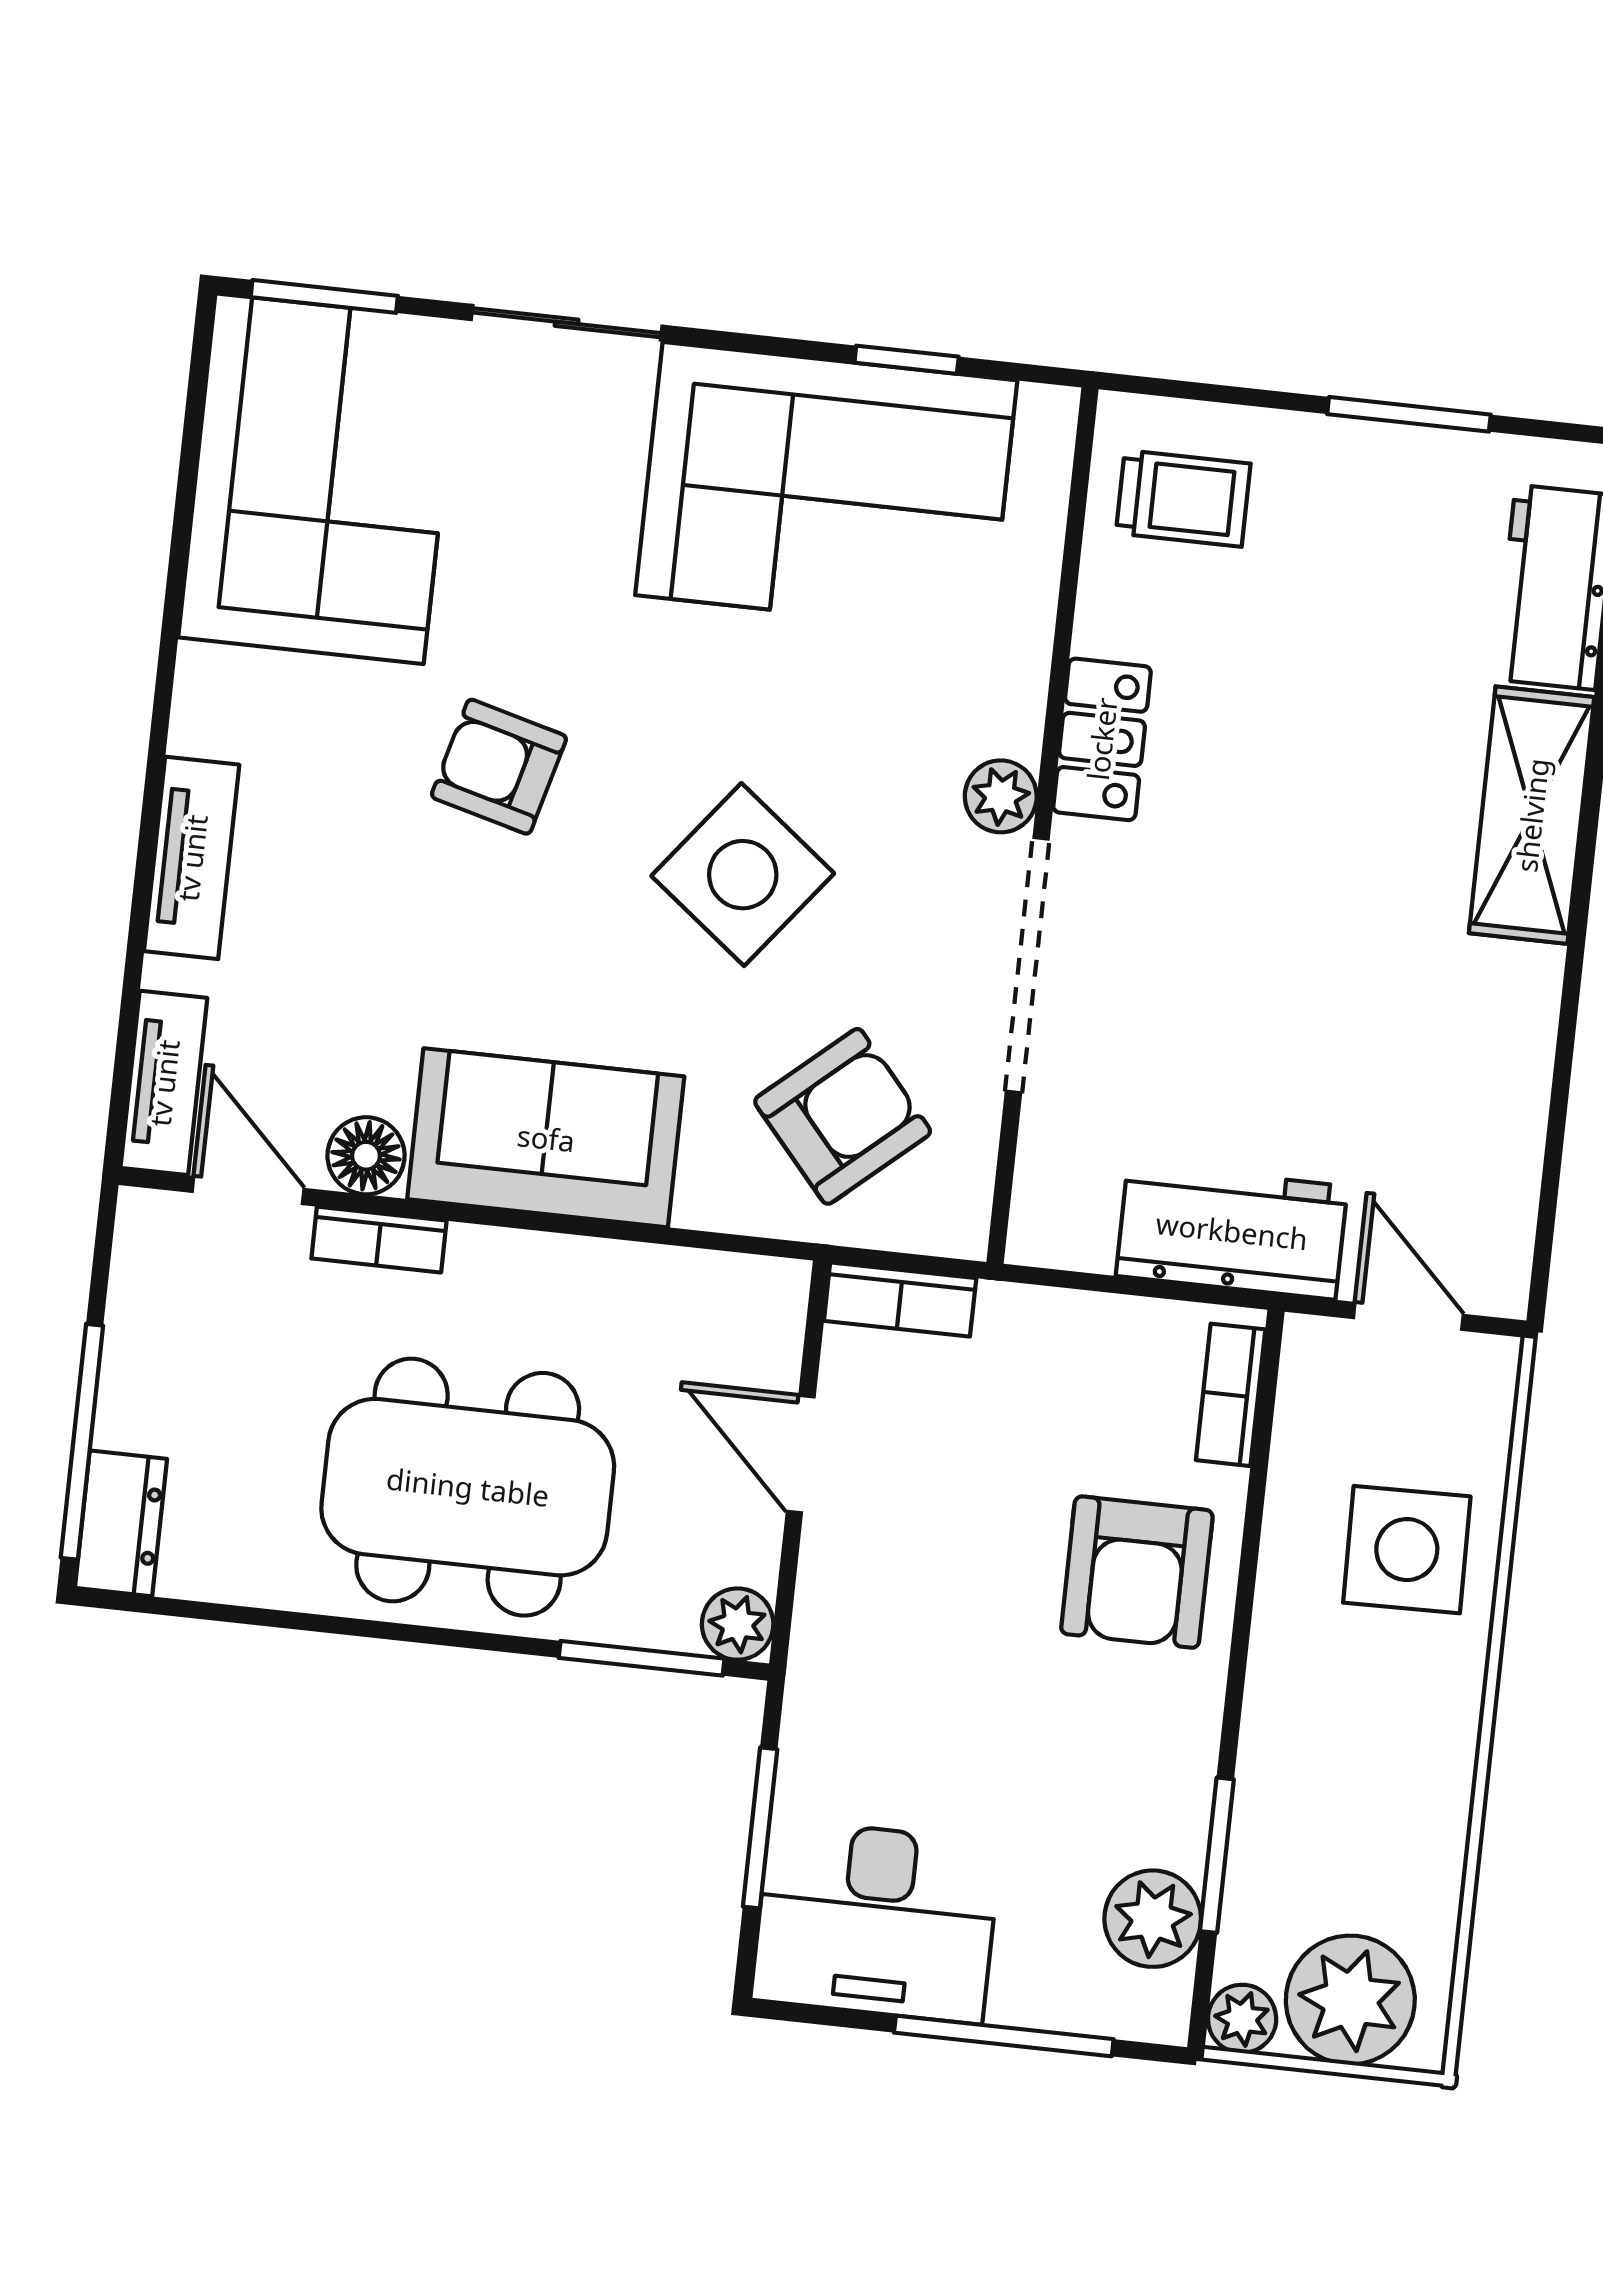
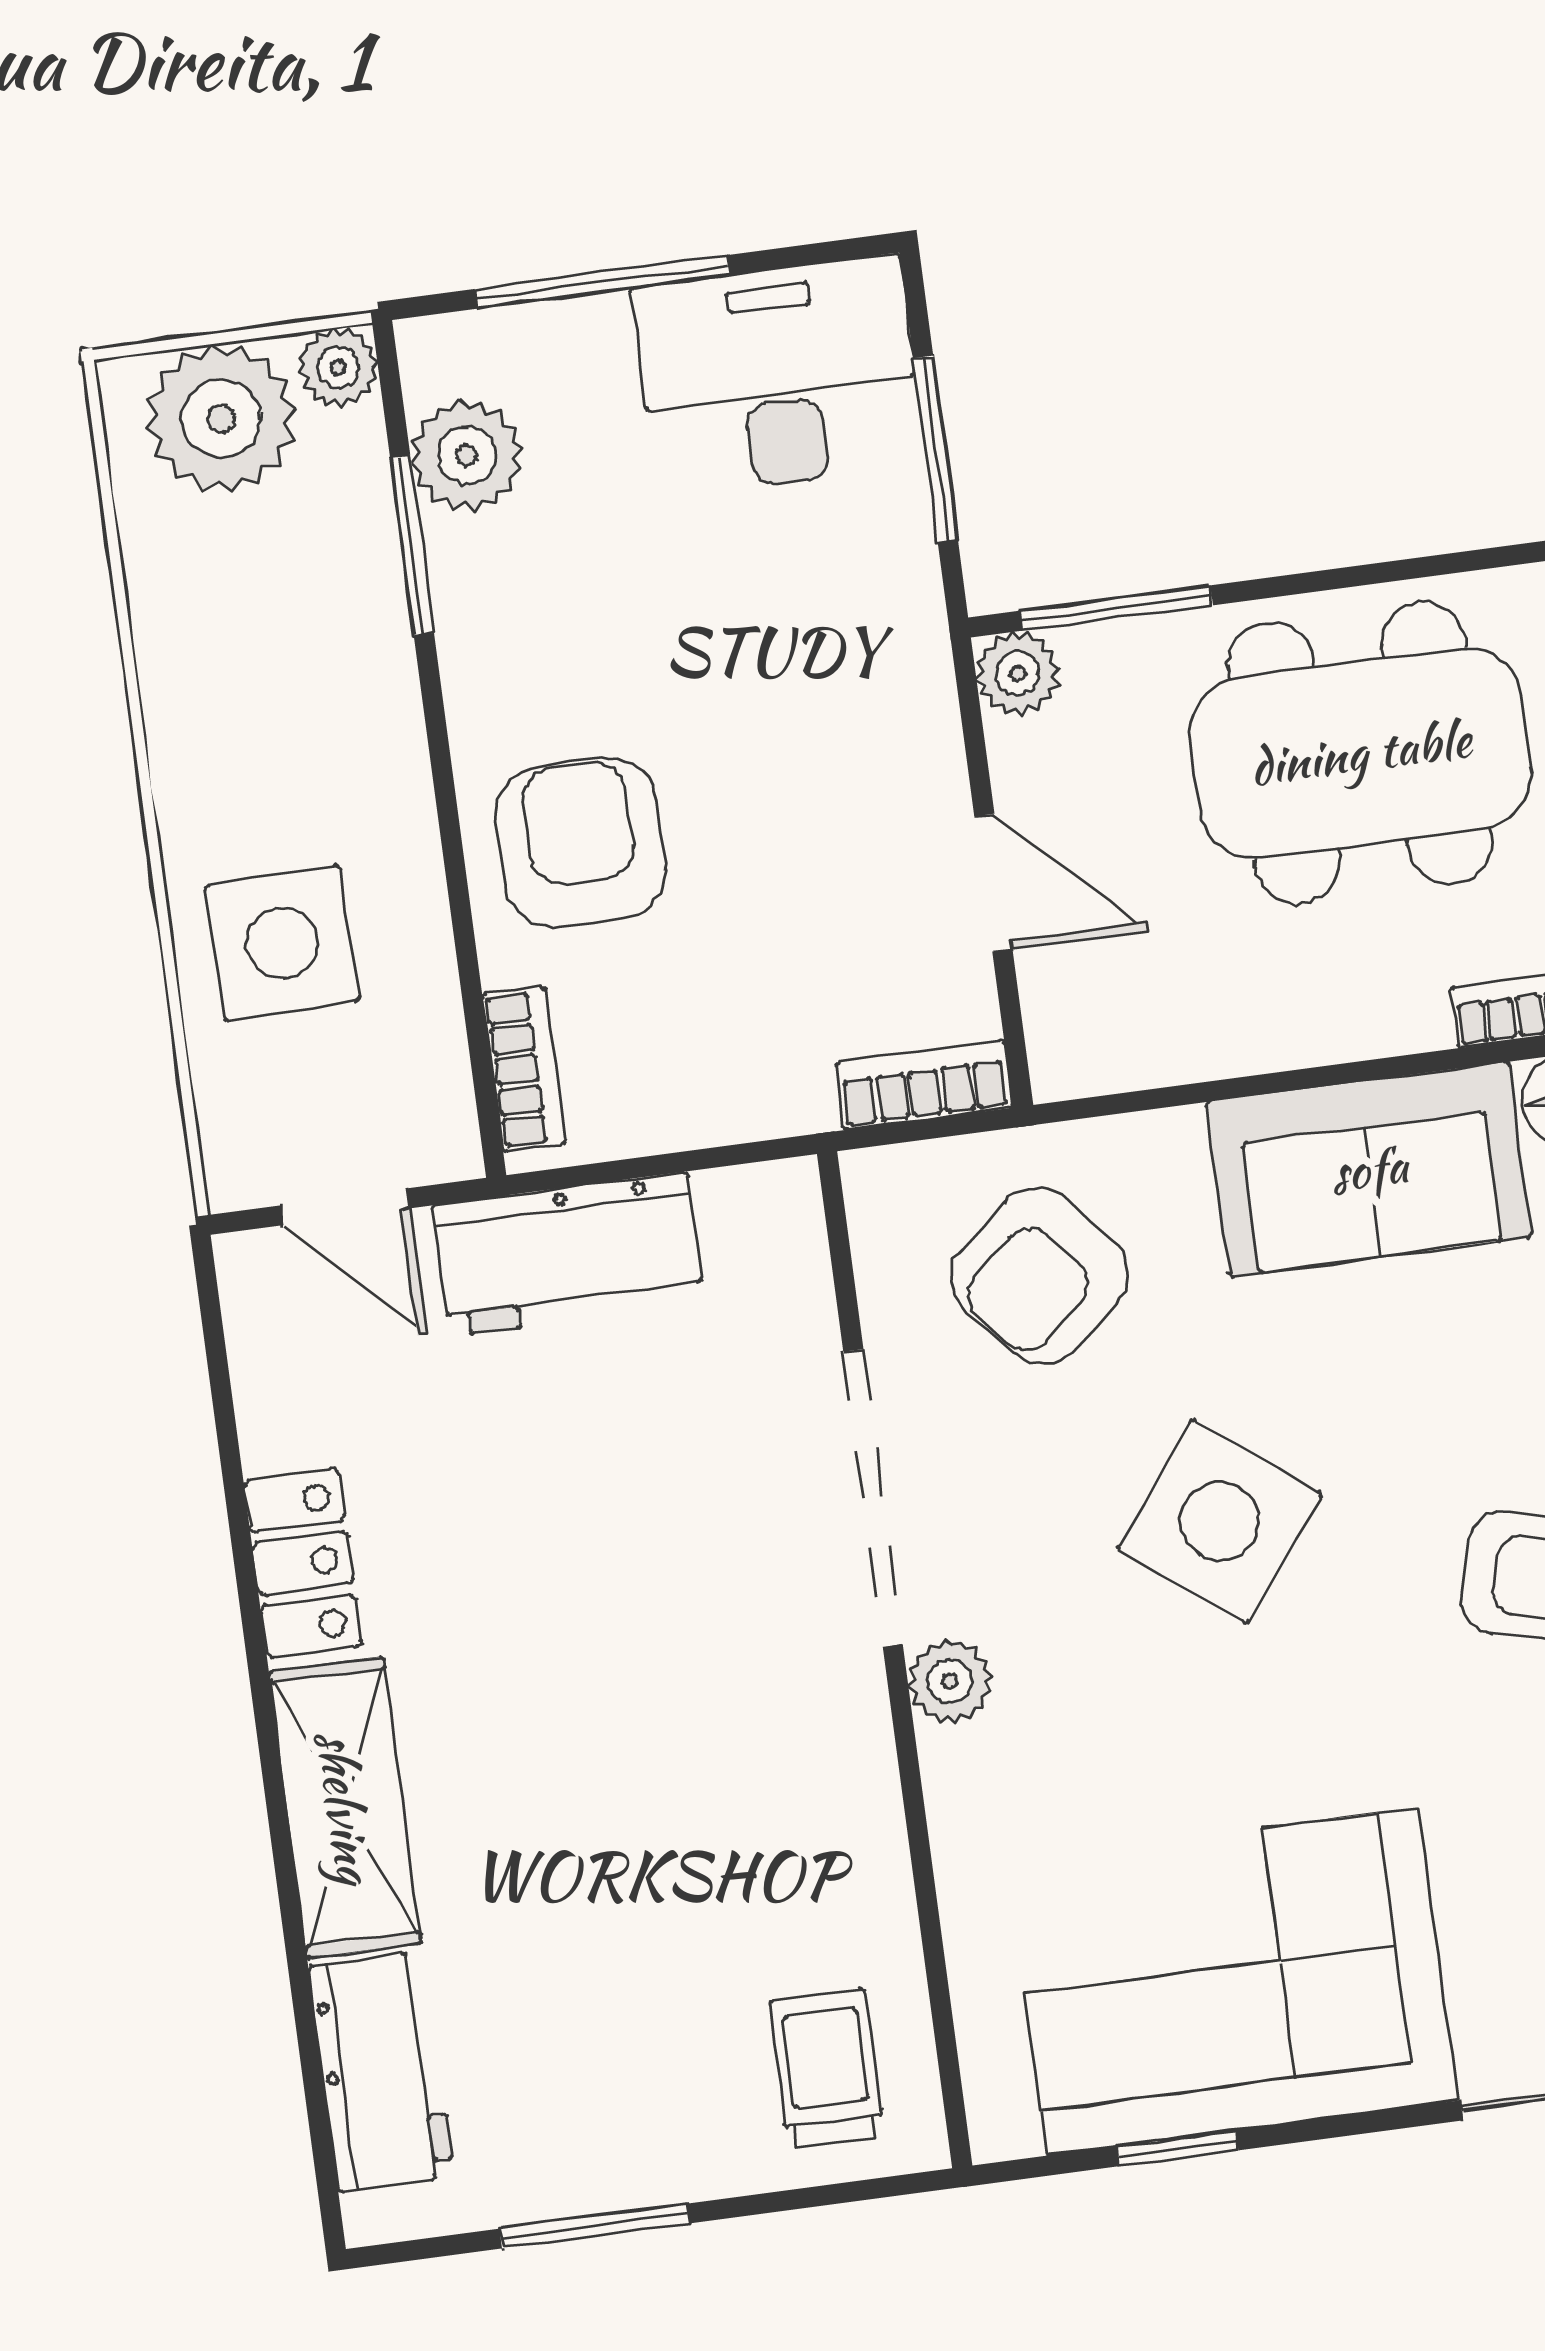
trolley: (1183, 498) -> (826, 2068), turned 90
locker: (1102, 739) -> (303, 1563), moved, turned 180

